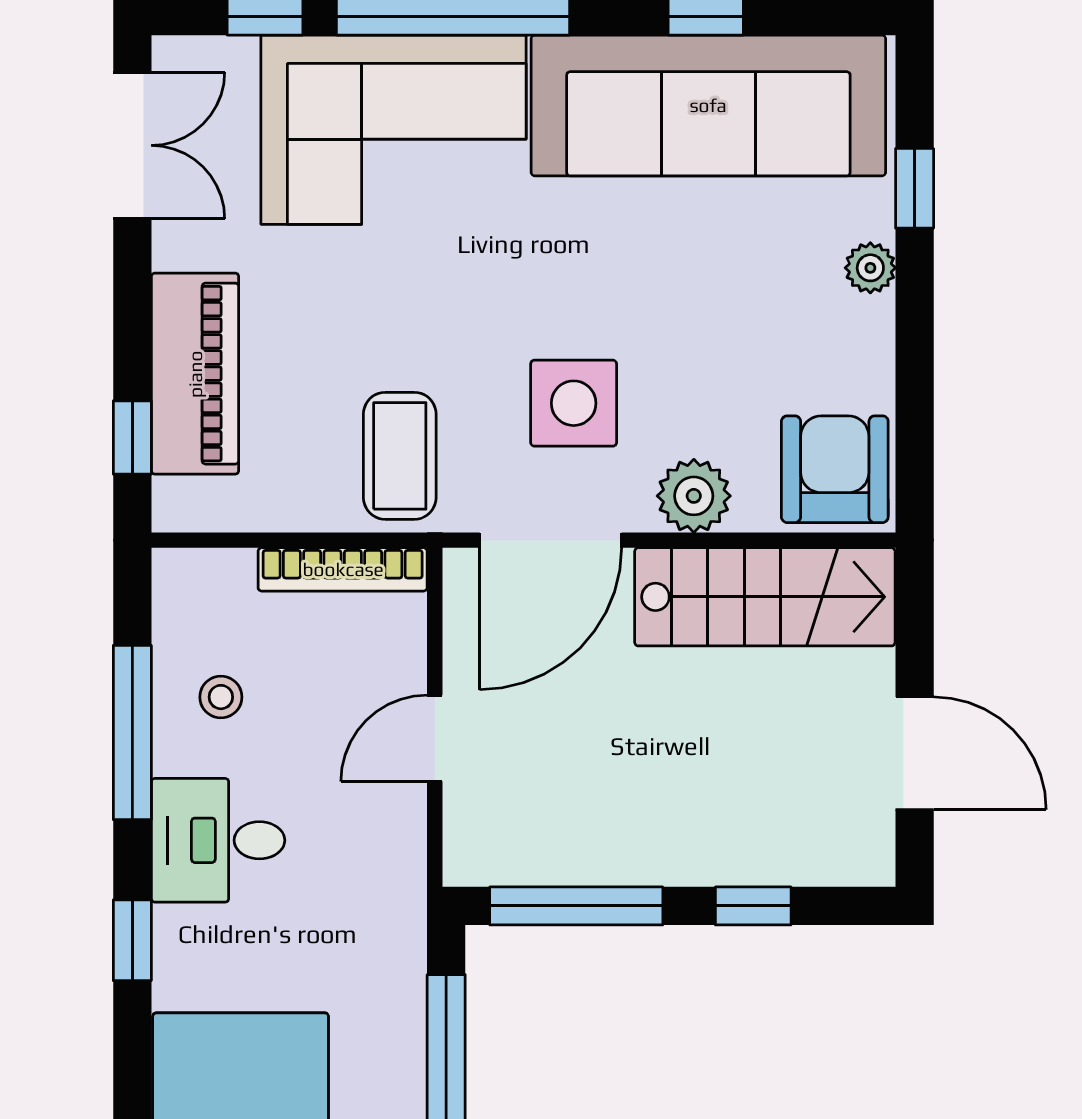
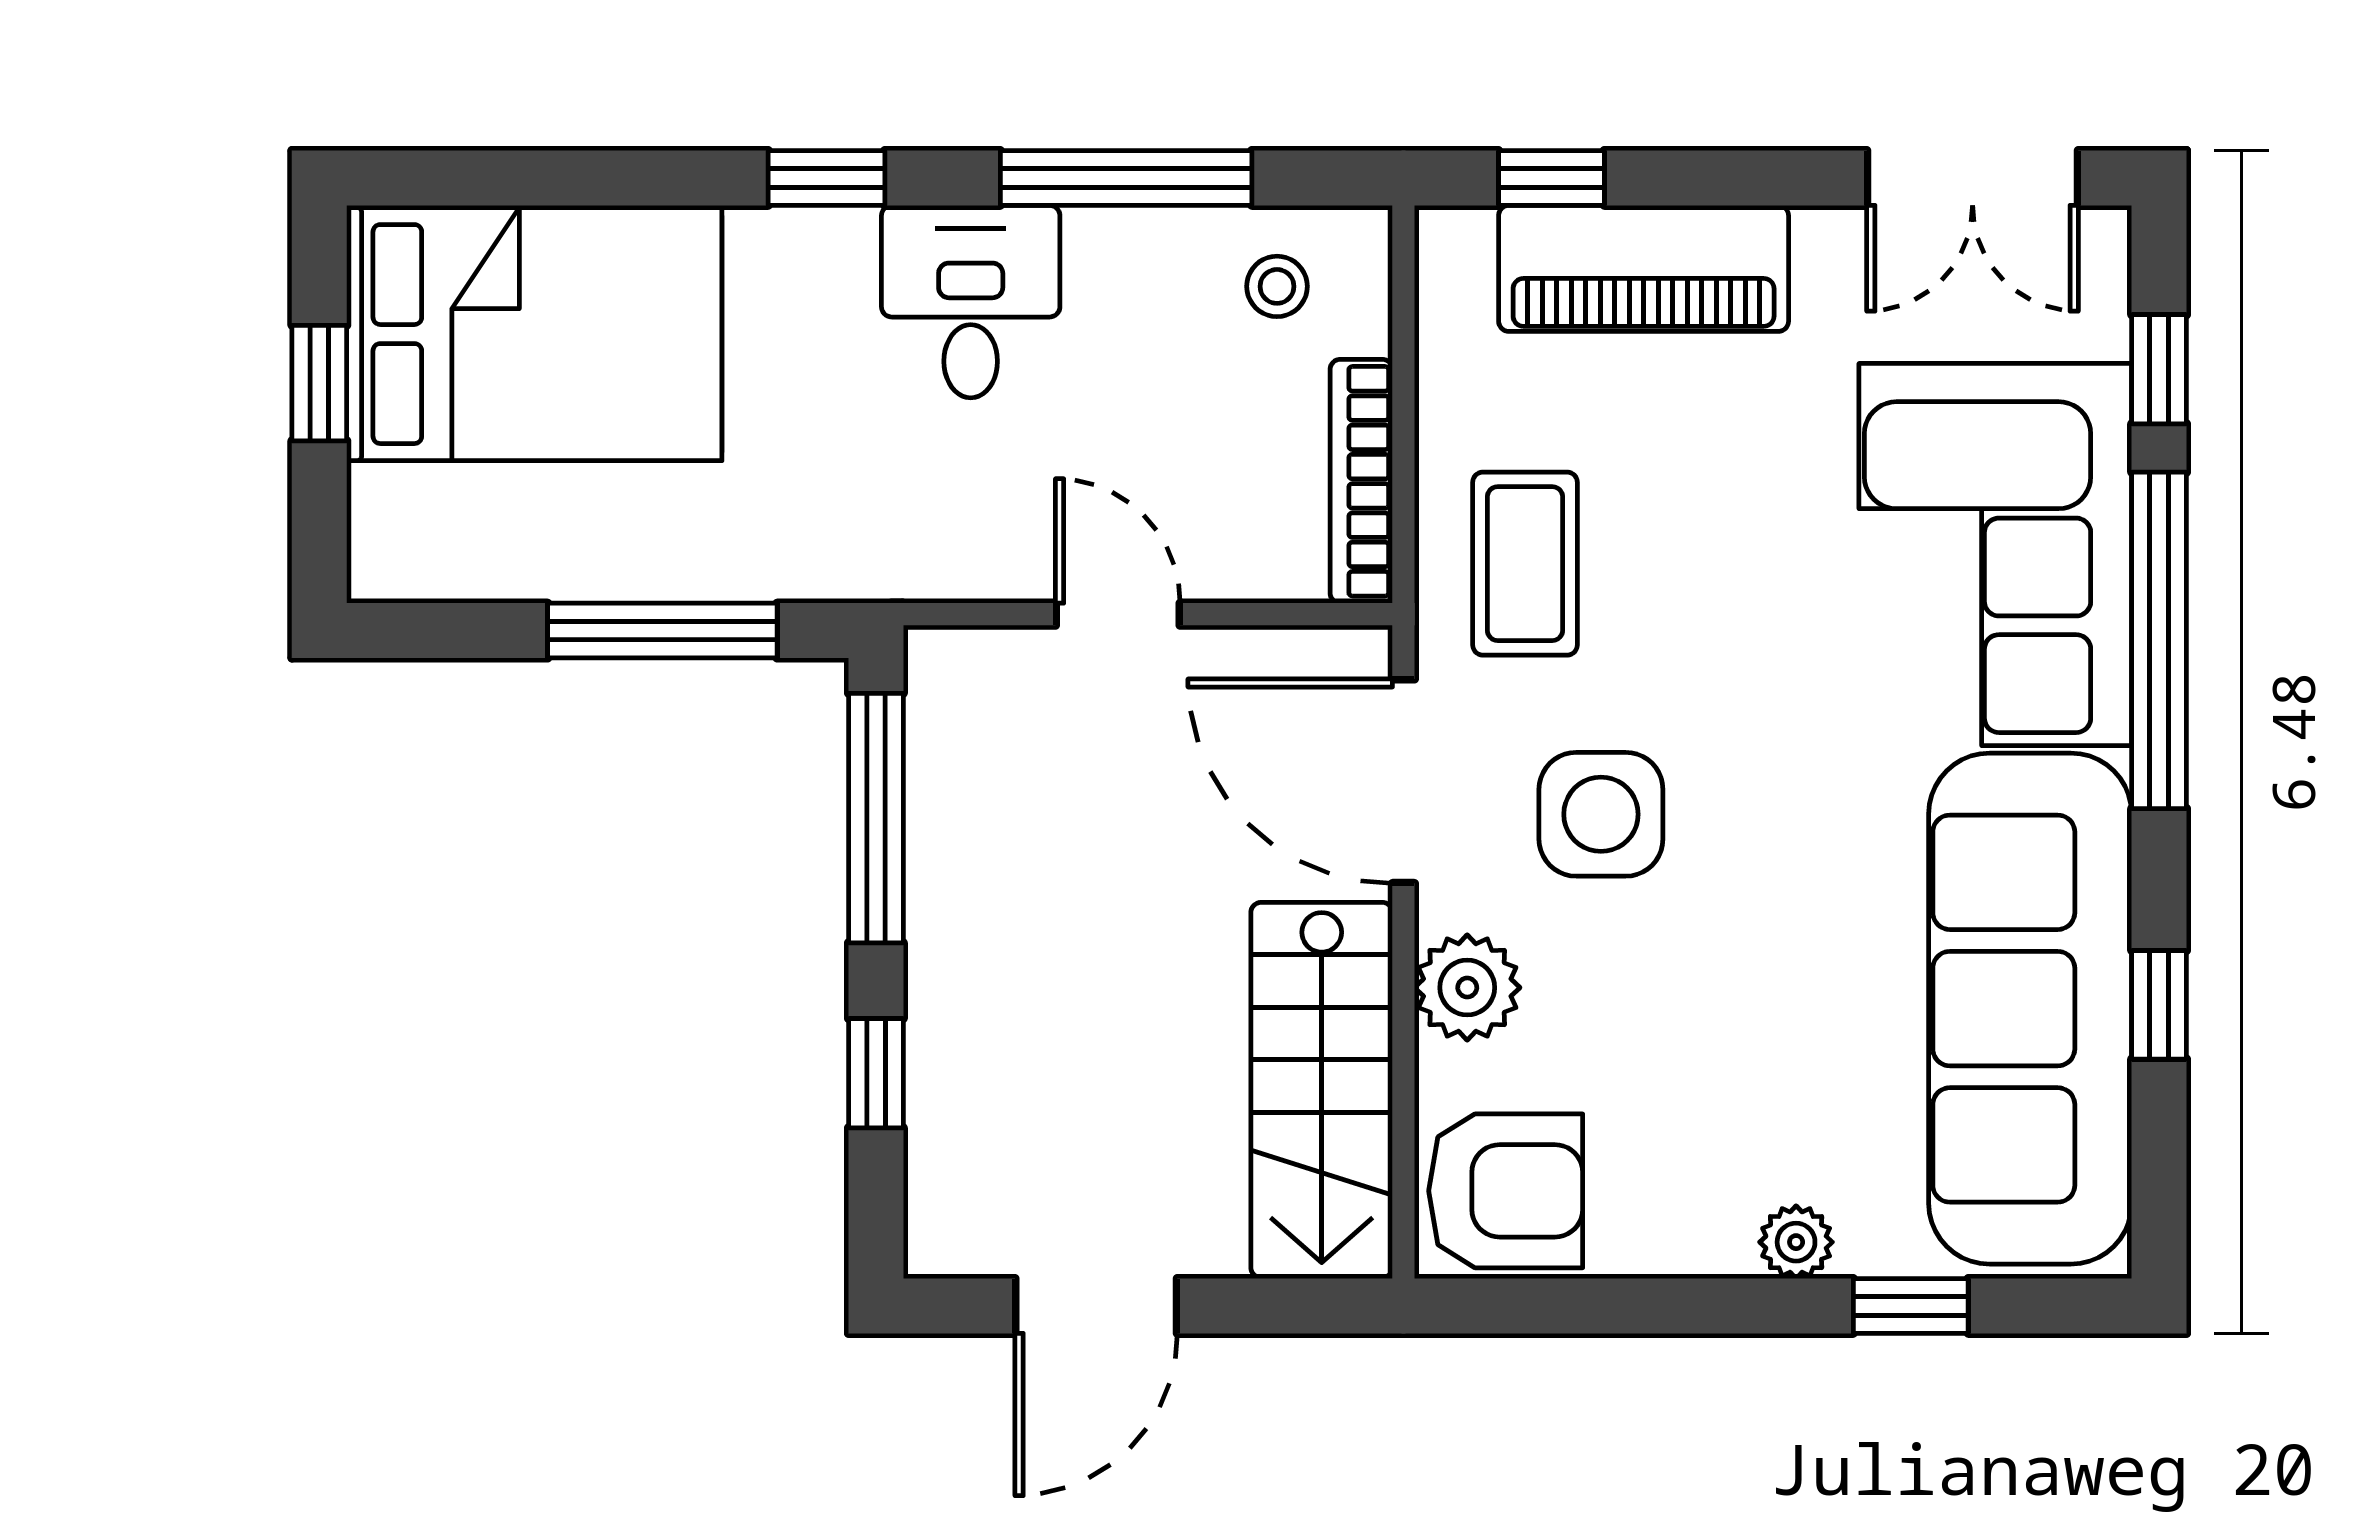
coffee table: (400, 456) -> (1525, 564), turned 90
stool: (221, 697) -> (1277, 286), moved

